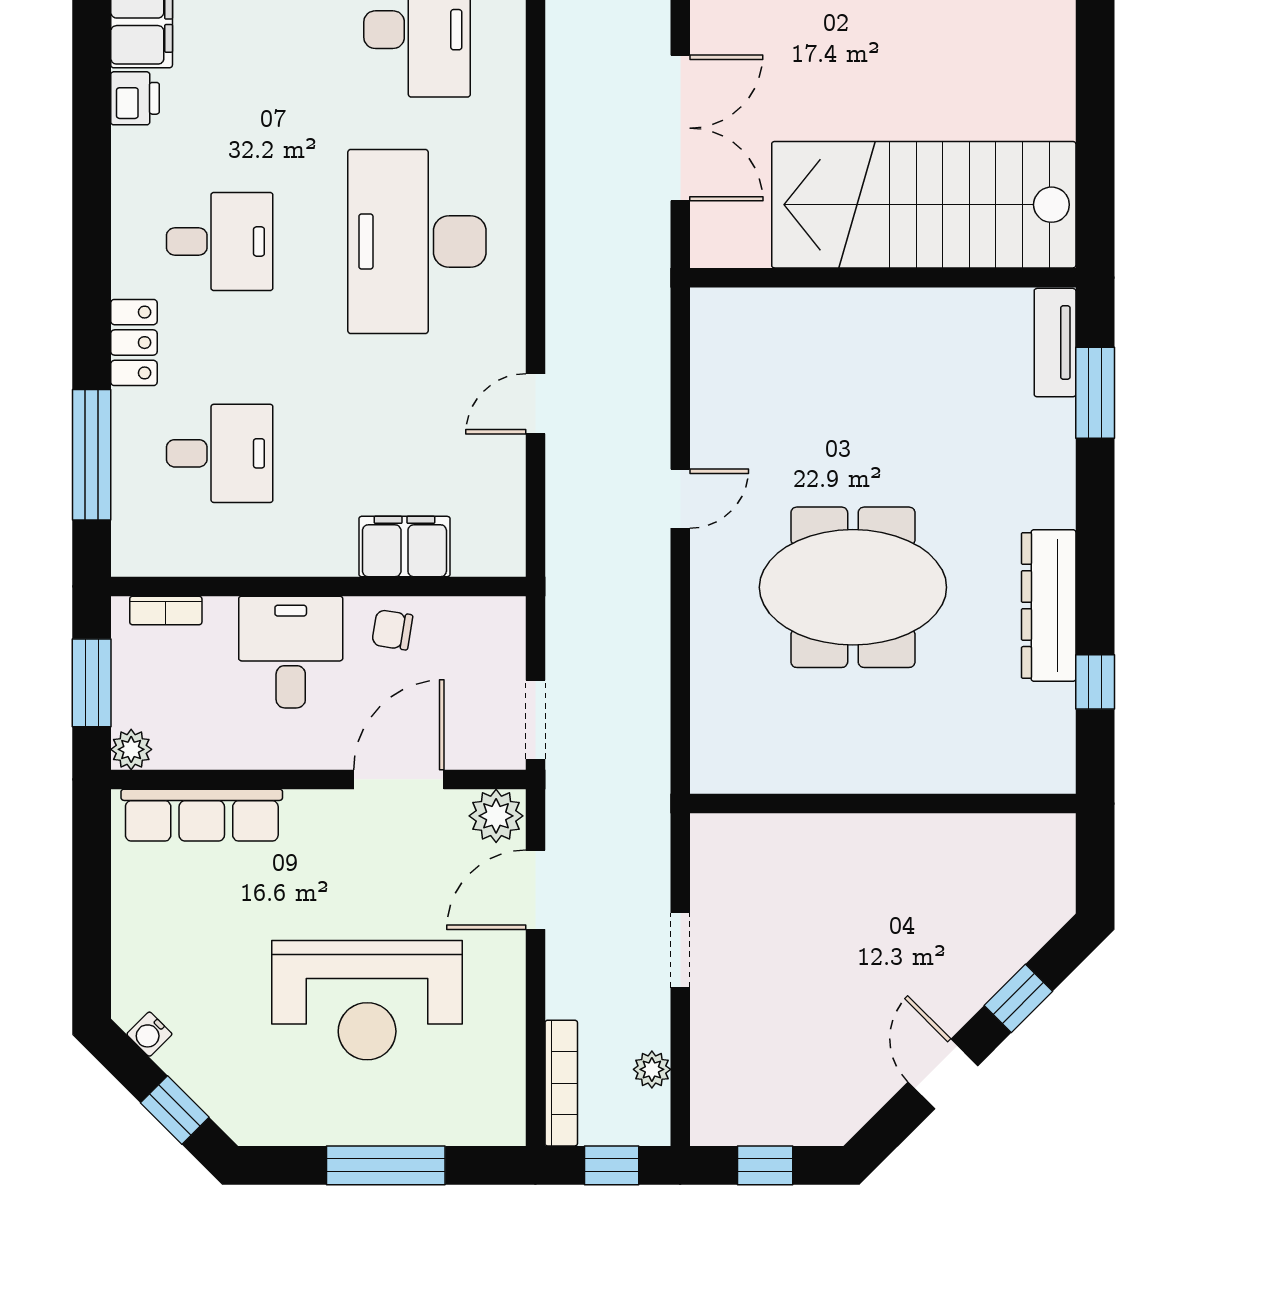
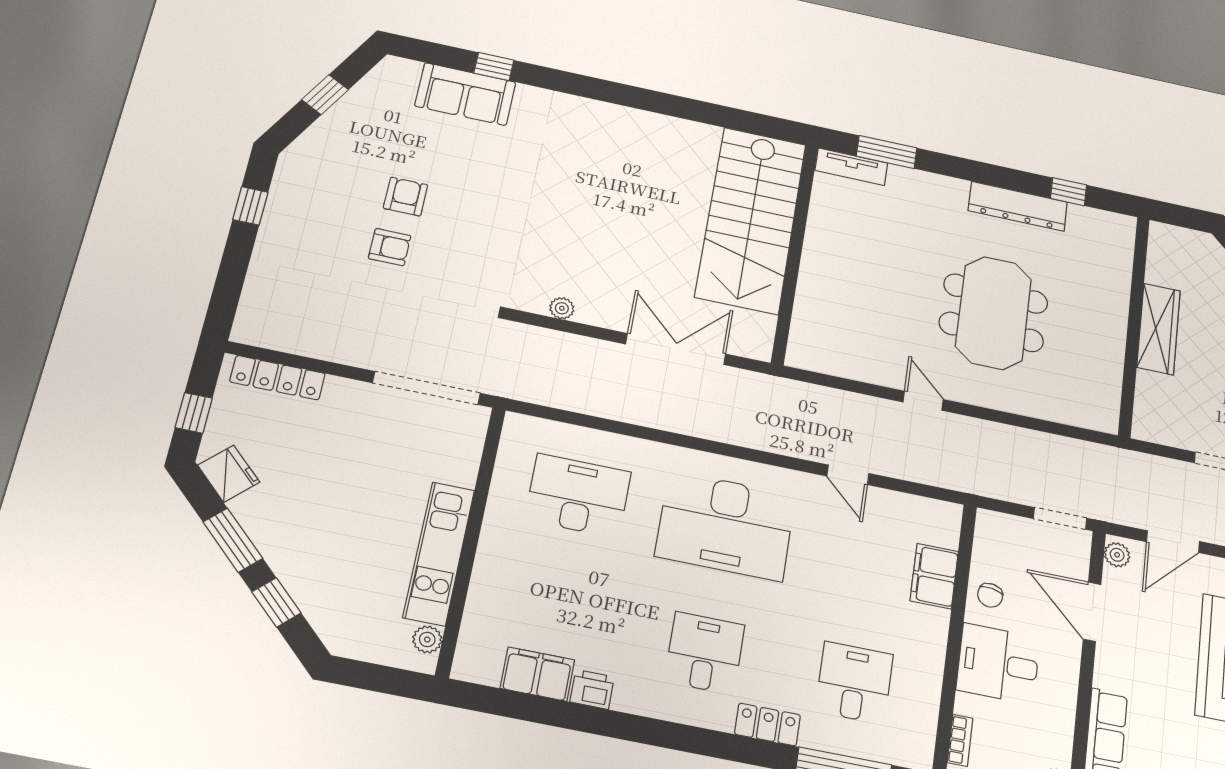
plant: (496, 816) -> (1117, 555), width x0.73, depth x0.73
wardrobe: (886, 842) -> (1159, 329), added
door: (535, 890) -> (1173, 542), hinge flipped

